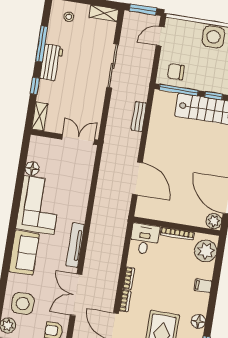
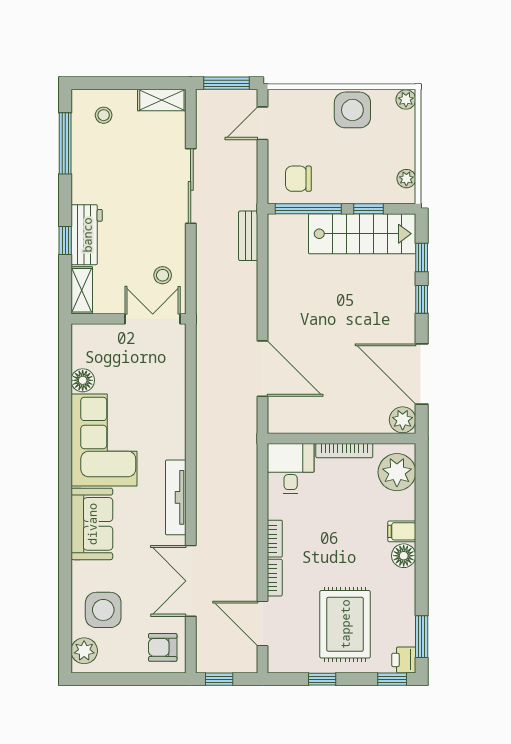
window: (42, 44) -> (65, 143), moved
workbench: (51, 63) -> (87, 235), moved
stool: (88, 115) -> (163, 275), added
bench: (139, 116) -> (248, 236), moved
floor lamp: (198, 321) -> (404, 556), moved

